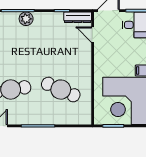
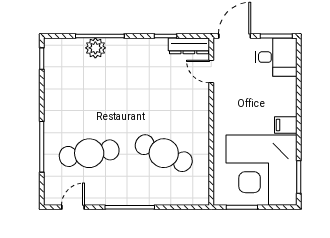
plant: (26, 19) -> (95, 48), moved

